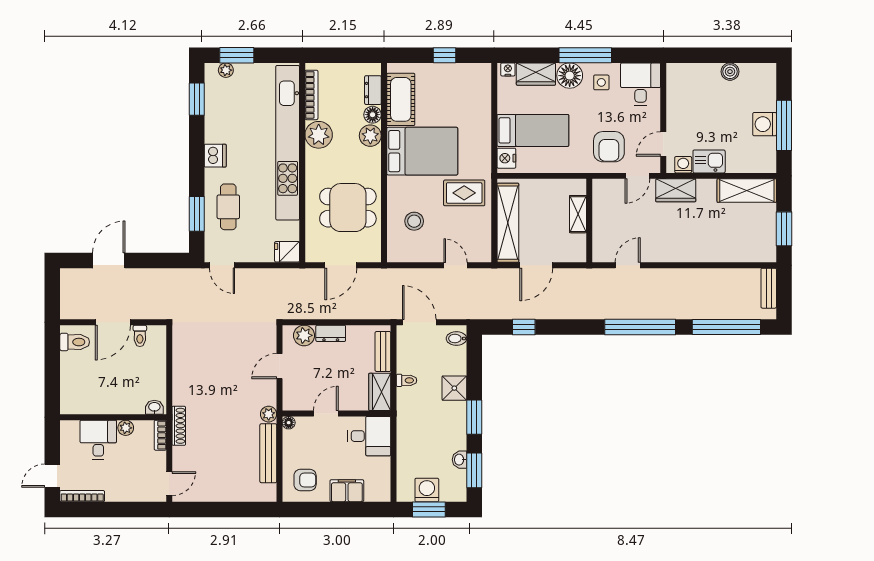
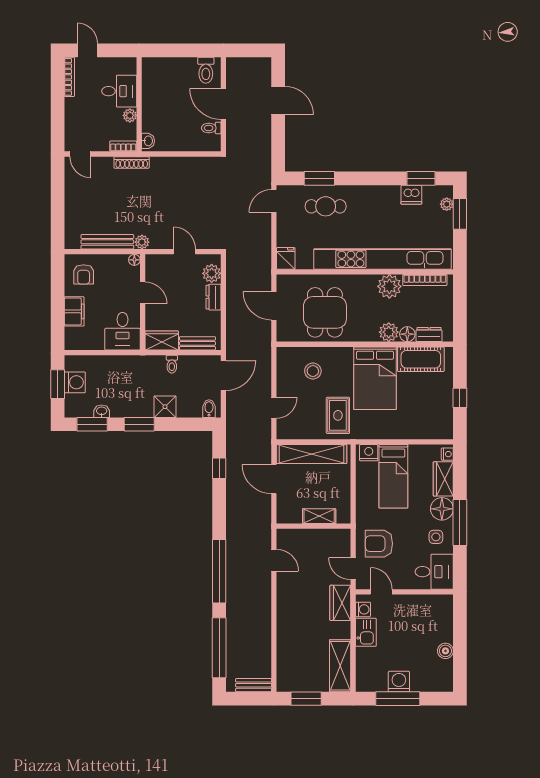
dishwasher: (215, 156) -> (411, 195), moved

